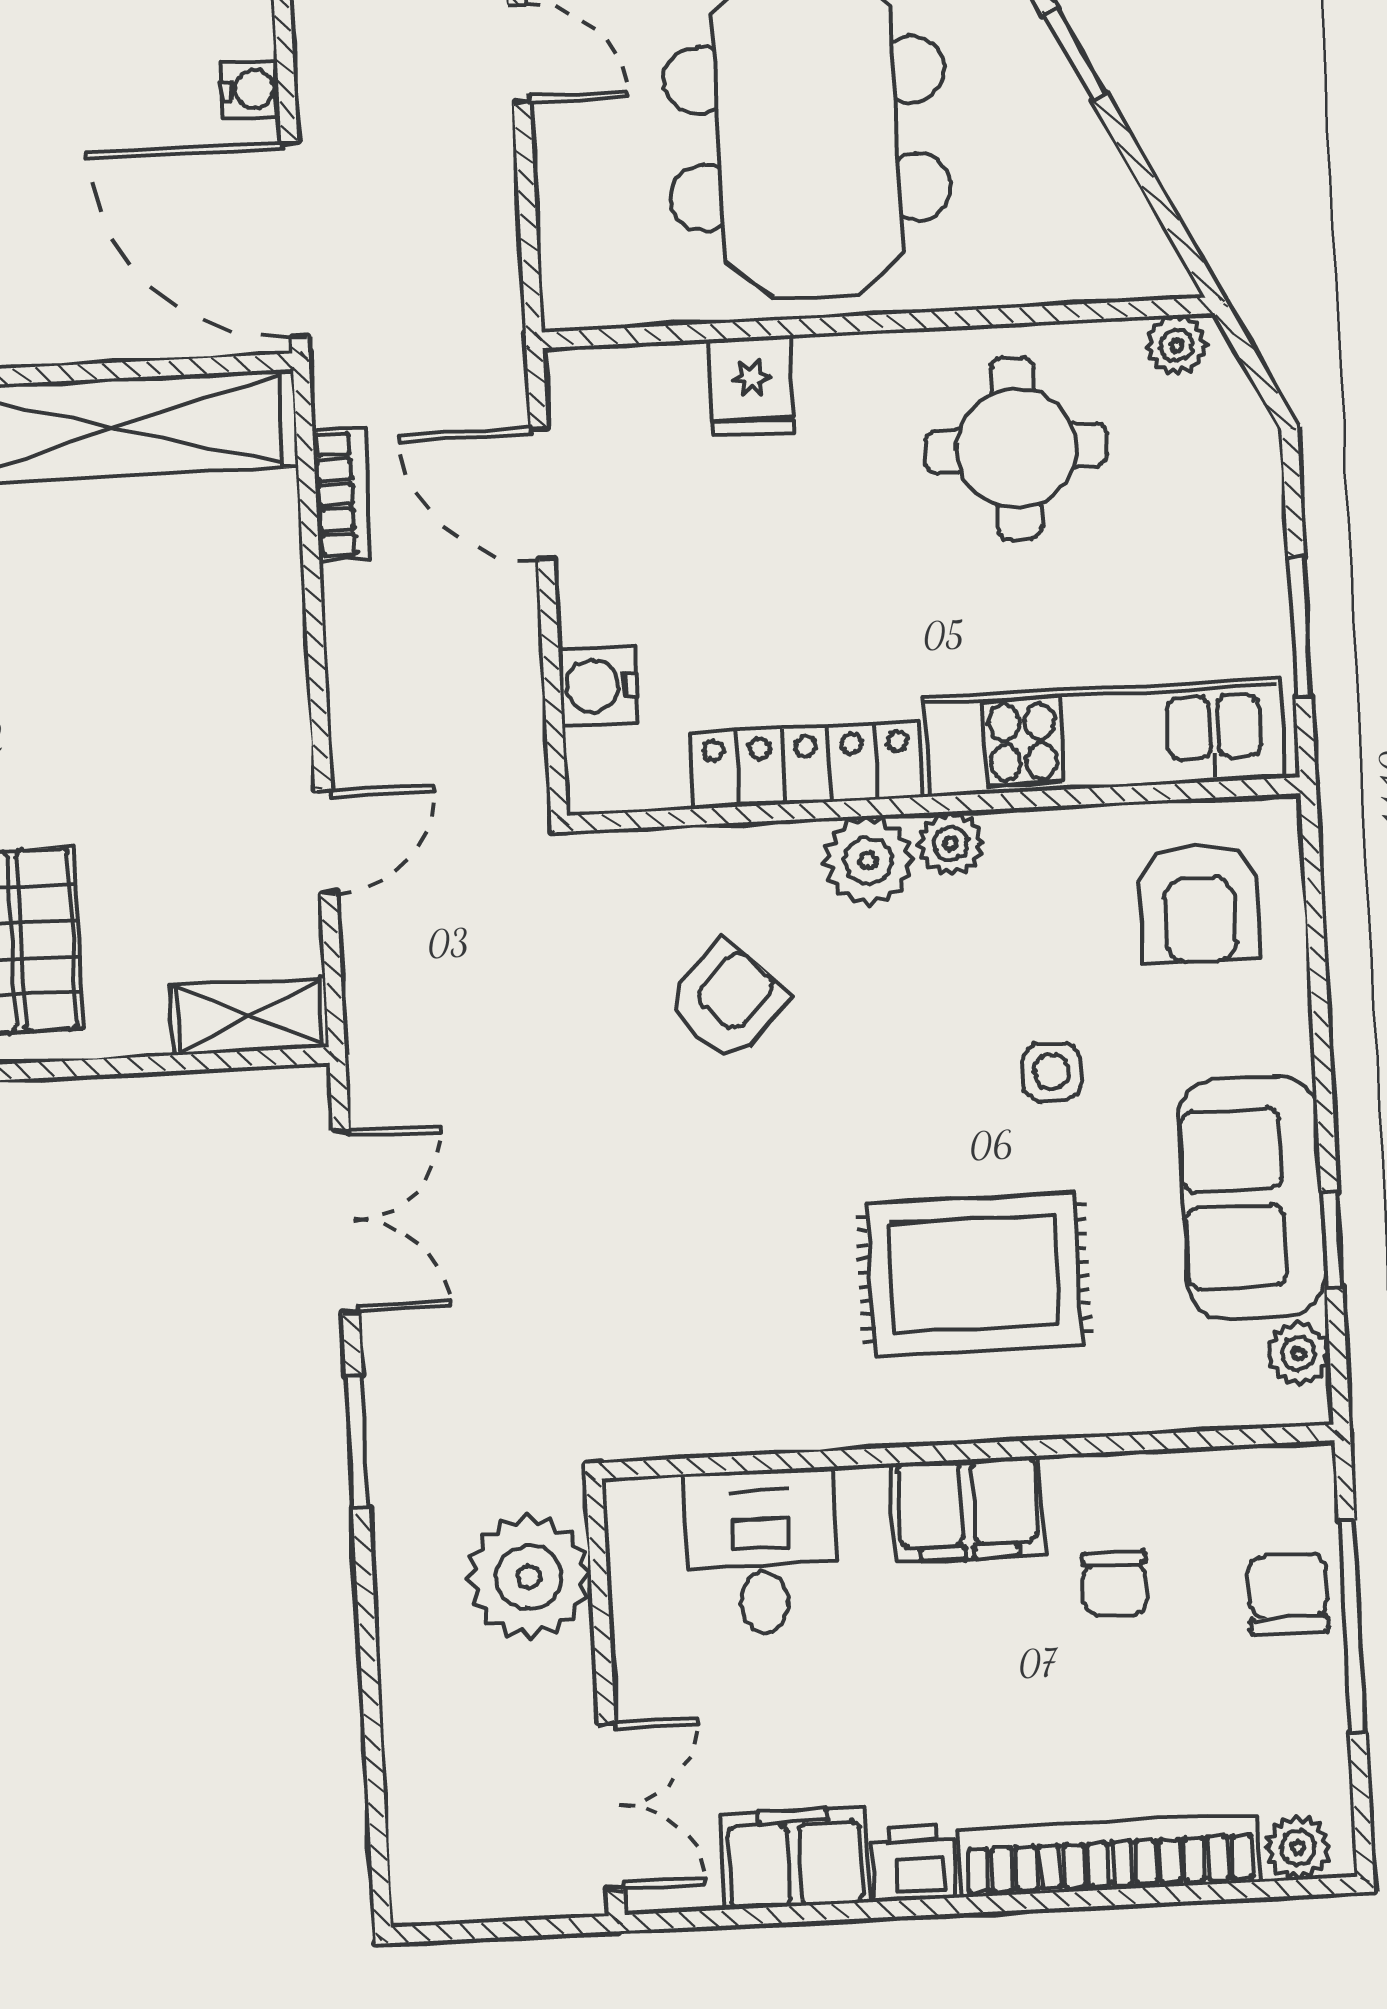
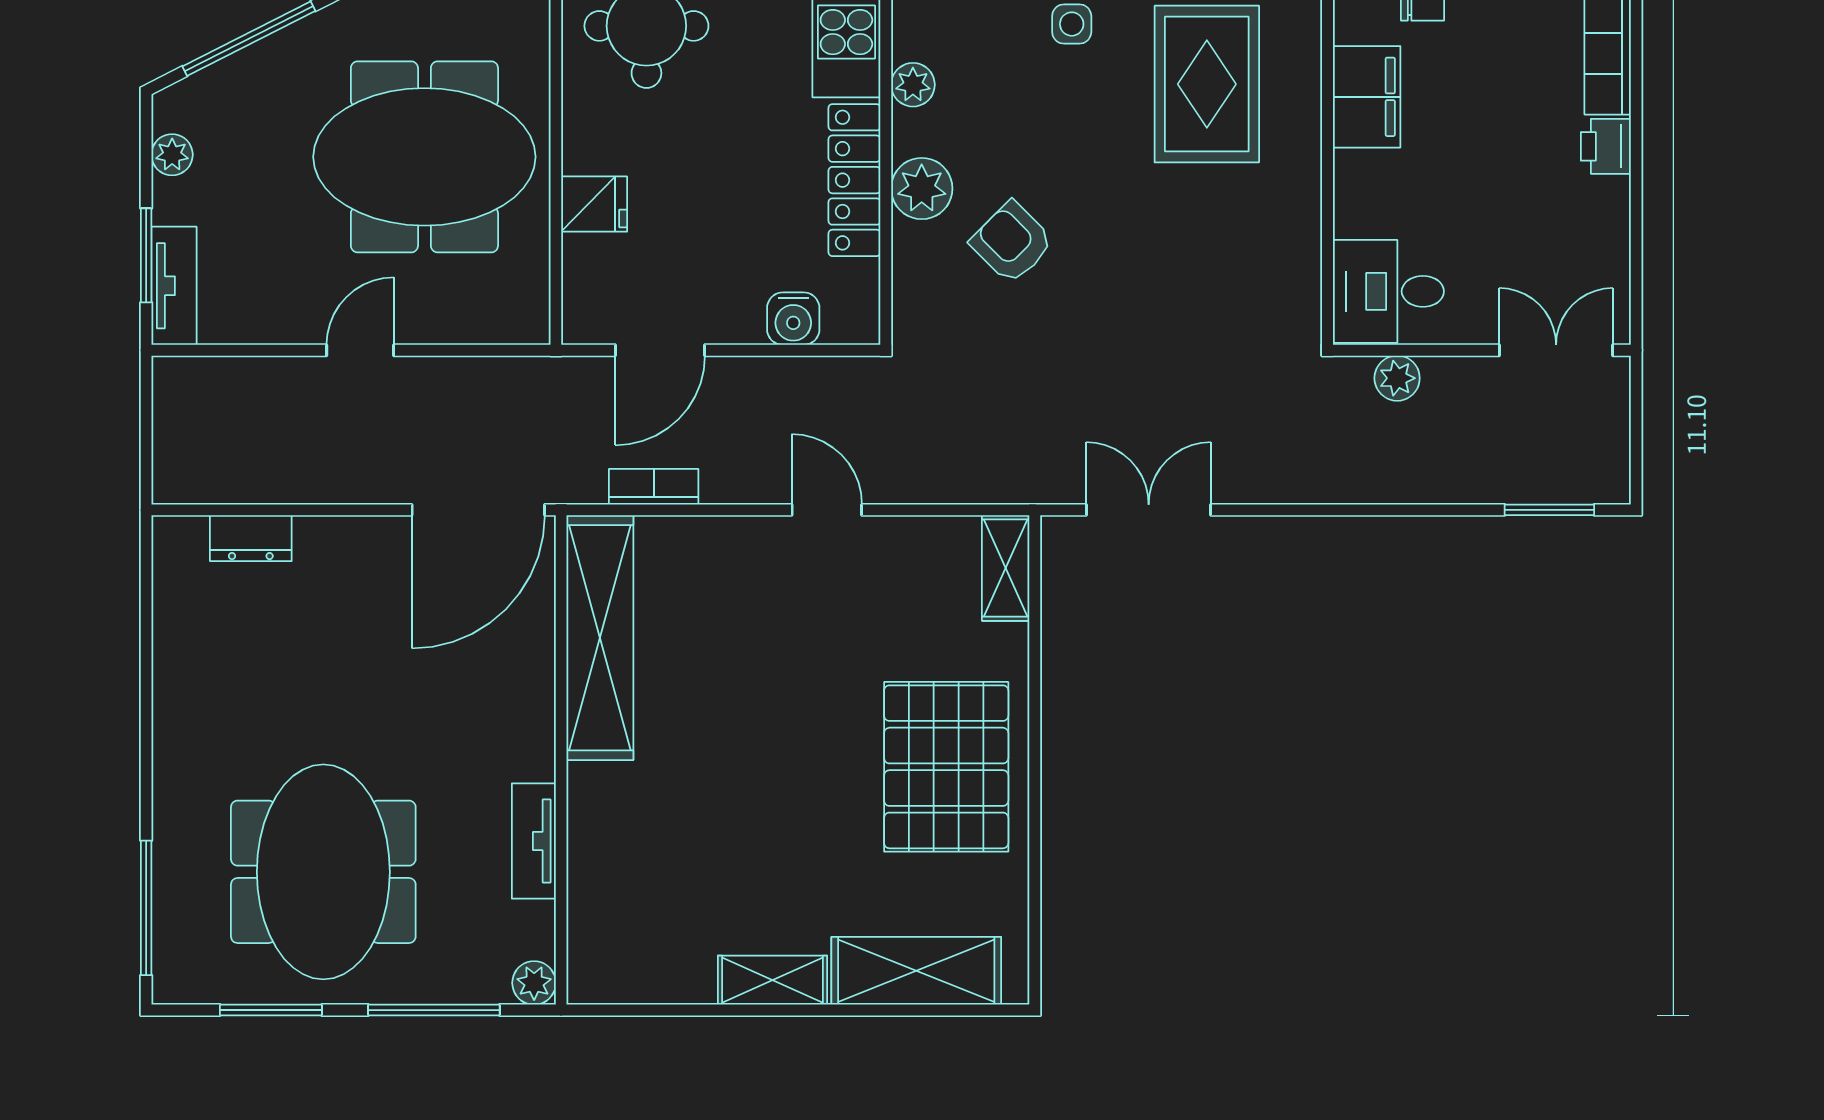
water cooler: (250, 90) -> (375, 534), removed
door: (326, 842) -> (827, 510), moved
plant: (868, 861) -> (922, 189), moved
window: (357, 1441) -> (1549, 510), moved
desk: (762, 1552) -> (1388, 291), moved
plant: (529, 1577) -> (1397, 378), width x0.53, depth x0.53
filing cabinet: (795, 1858) -> (1598, 227), removed

